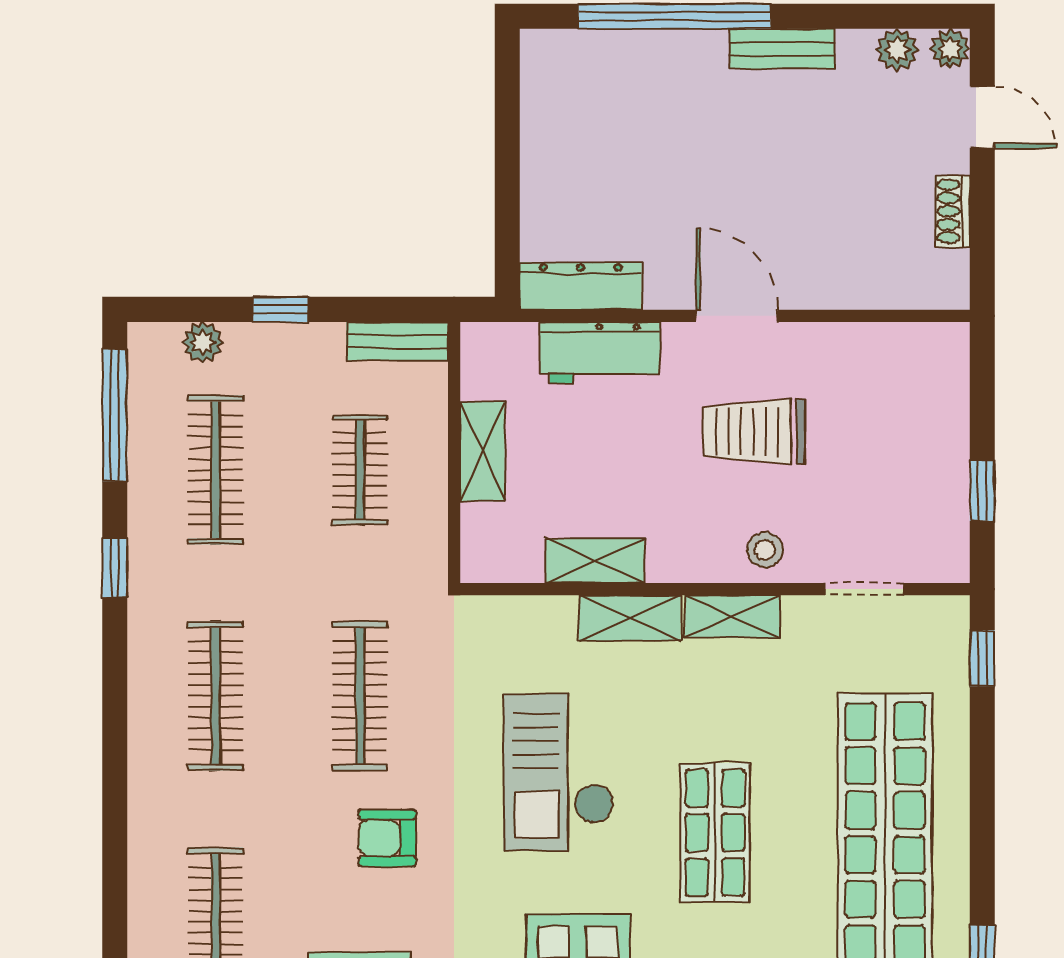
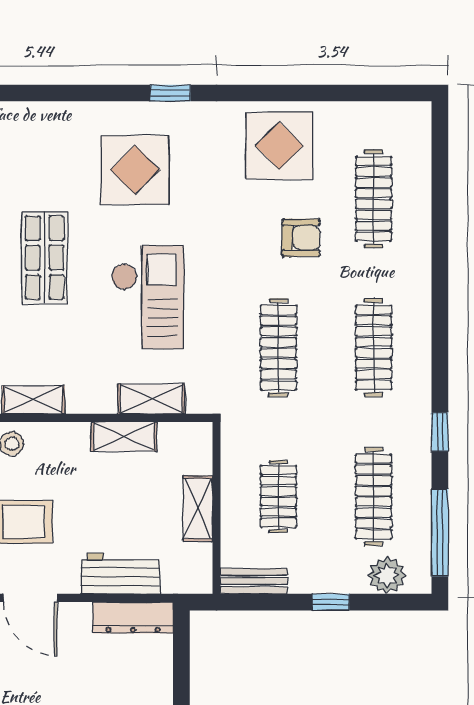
plant: (203, 342) -> (387, 575), width x1.38, depth x1.38
shelving: (630, 618) -> (151, 399), moved
armchair: (387, 838) -> (301, 238), moved

